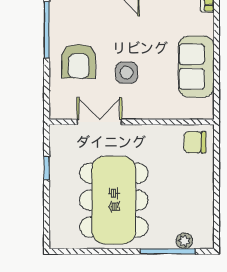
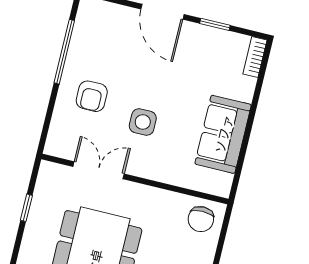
armchair: (79, 61) -> (92, 96), width x0.72, depth x0.72
chair: (195, 142) -> (201, 219), turned -90

